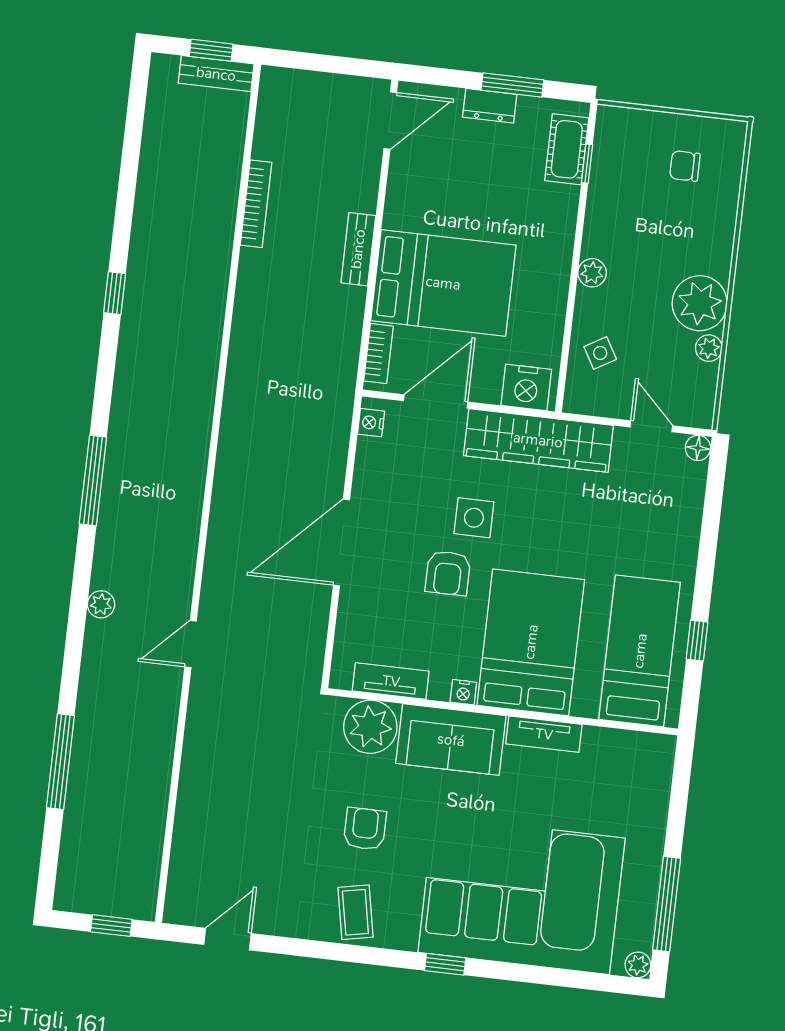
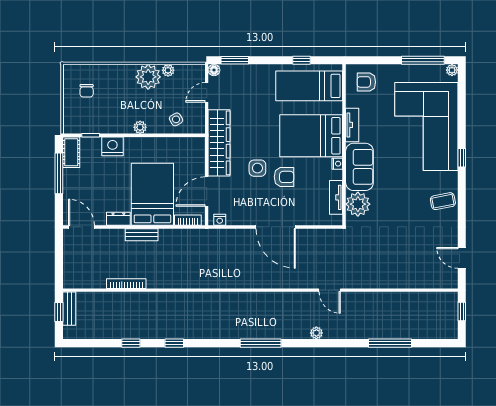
window: (512, 85) -> (59, 173), width x1.44
dresser: (490, 106) -> (118, 219), moved, turned -90
cot: (567, 149) -> (71, 152), moved, turned 90
window: (126, 199) -> (131, 343), added
nightstand: (526, 387) -> (112, 146), moved, turned -90
door: (436, 401) -> (207, 192), hinge flipped
window: (714, 496) -> (235, 60), added
armchair: (365, 829) -> (366, 82), moved

